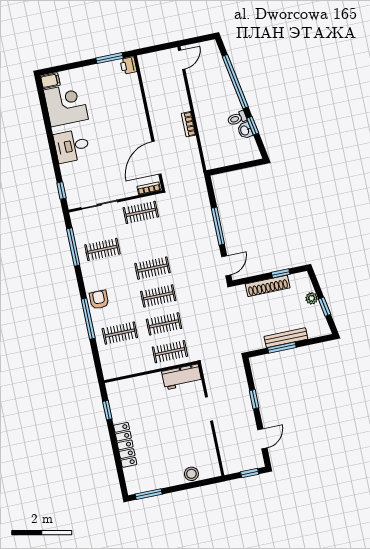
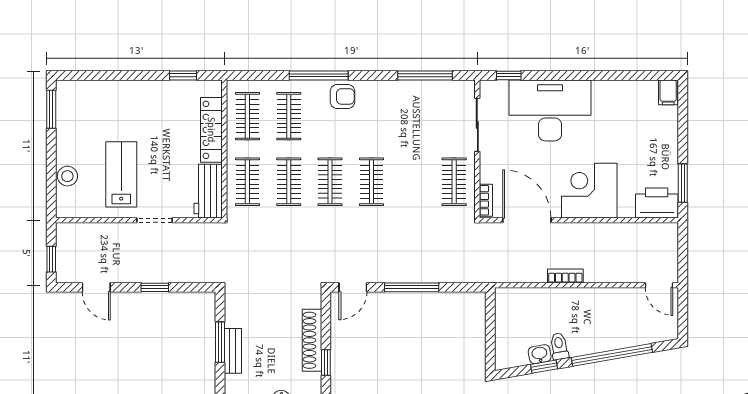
printer: (128, 65) -> (657, 203), width x1.87, depth x1.48
corner desk: (66, 105) -> (589, 191), moved, turned 180
desk: (72, 146) -> (550, 110), width x1.87, depth x1.30
clothes rail: (102, 249) -> (247, 116), moved
door: (226, 266) -> (353, 287), hinge flipped
bench: (286, 338) -> (233, 351), width x0.73
lab bench: (183, 438) -> (121, 174), added
locker: (125, 445) -> (211, 130), moved, turned 90

